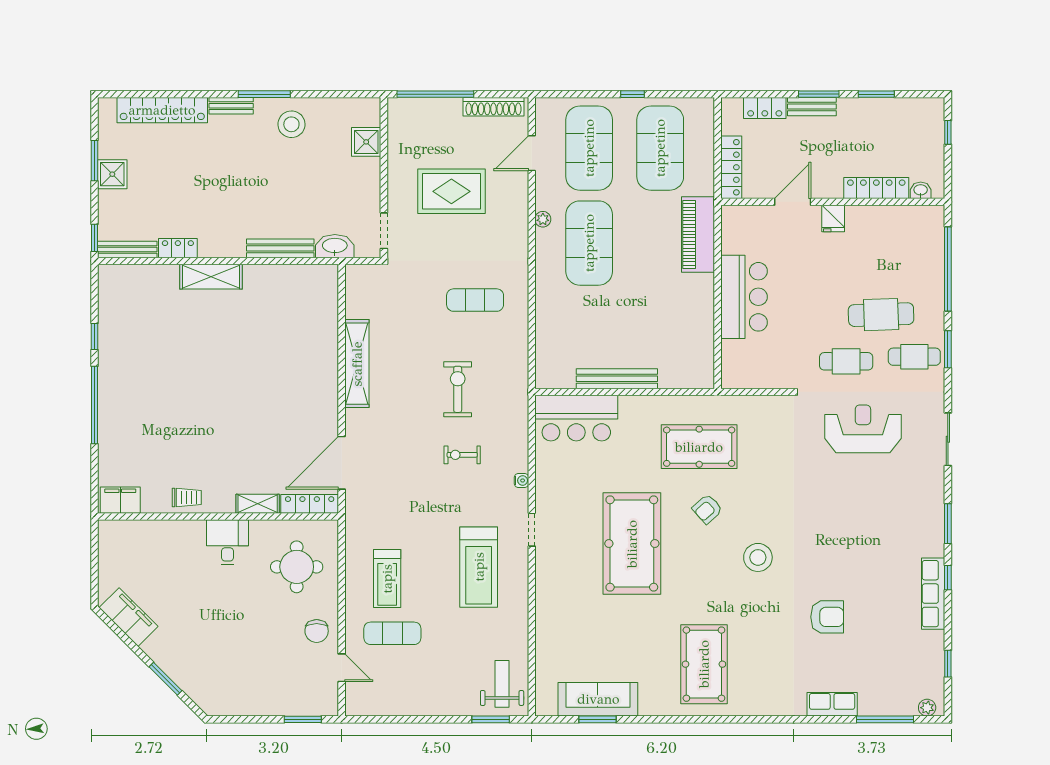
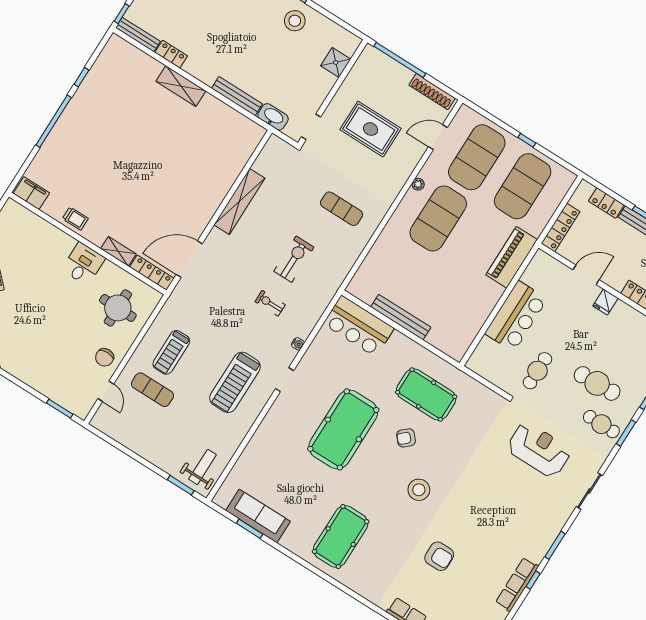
cafe table: (846, 361) -> (537, 371), moved, turned 90

